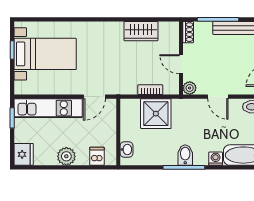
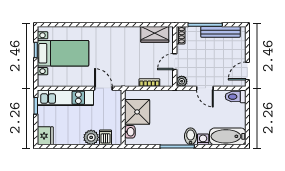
wardrobe: (141, 31) -> (155, 34), moved
door: (181, 64) -> (175, 62), hinge flipped
door: (94, 97) -> (103, 88), swing flipped
shower: (156, 114) -> (137, 112), moved
bidet: (185, 155) -> (191, 136), moved
plant: (66, 156) -> (91, 137), moved

